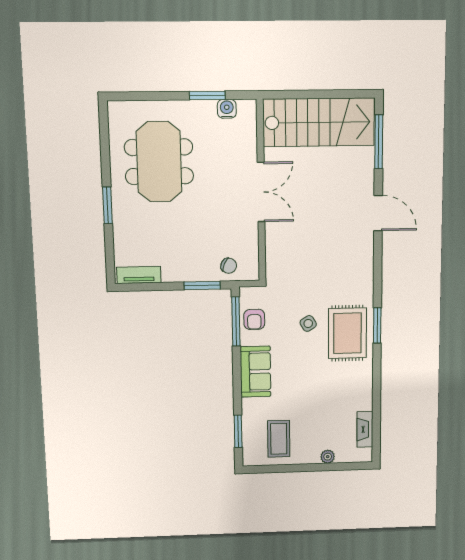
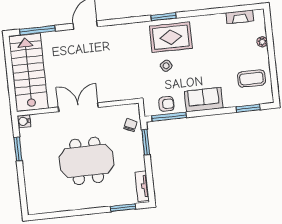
water cooler: (227, 109) -> (24, 121), moved
meeting table: (159, 162) -> (87, 161), moved
window: (107, 205) -> (123, 208), moved

